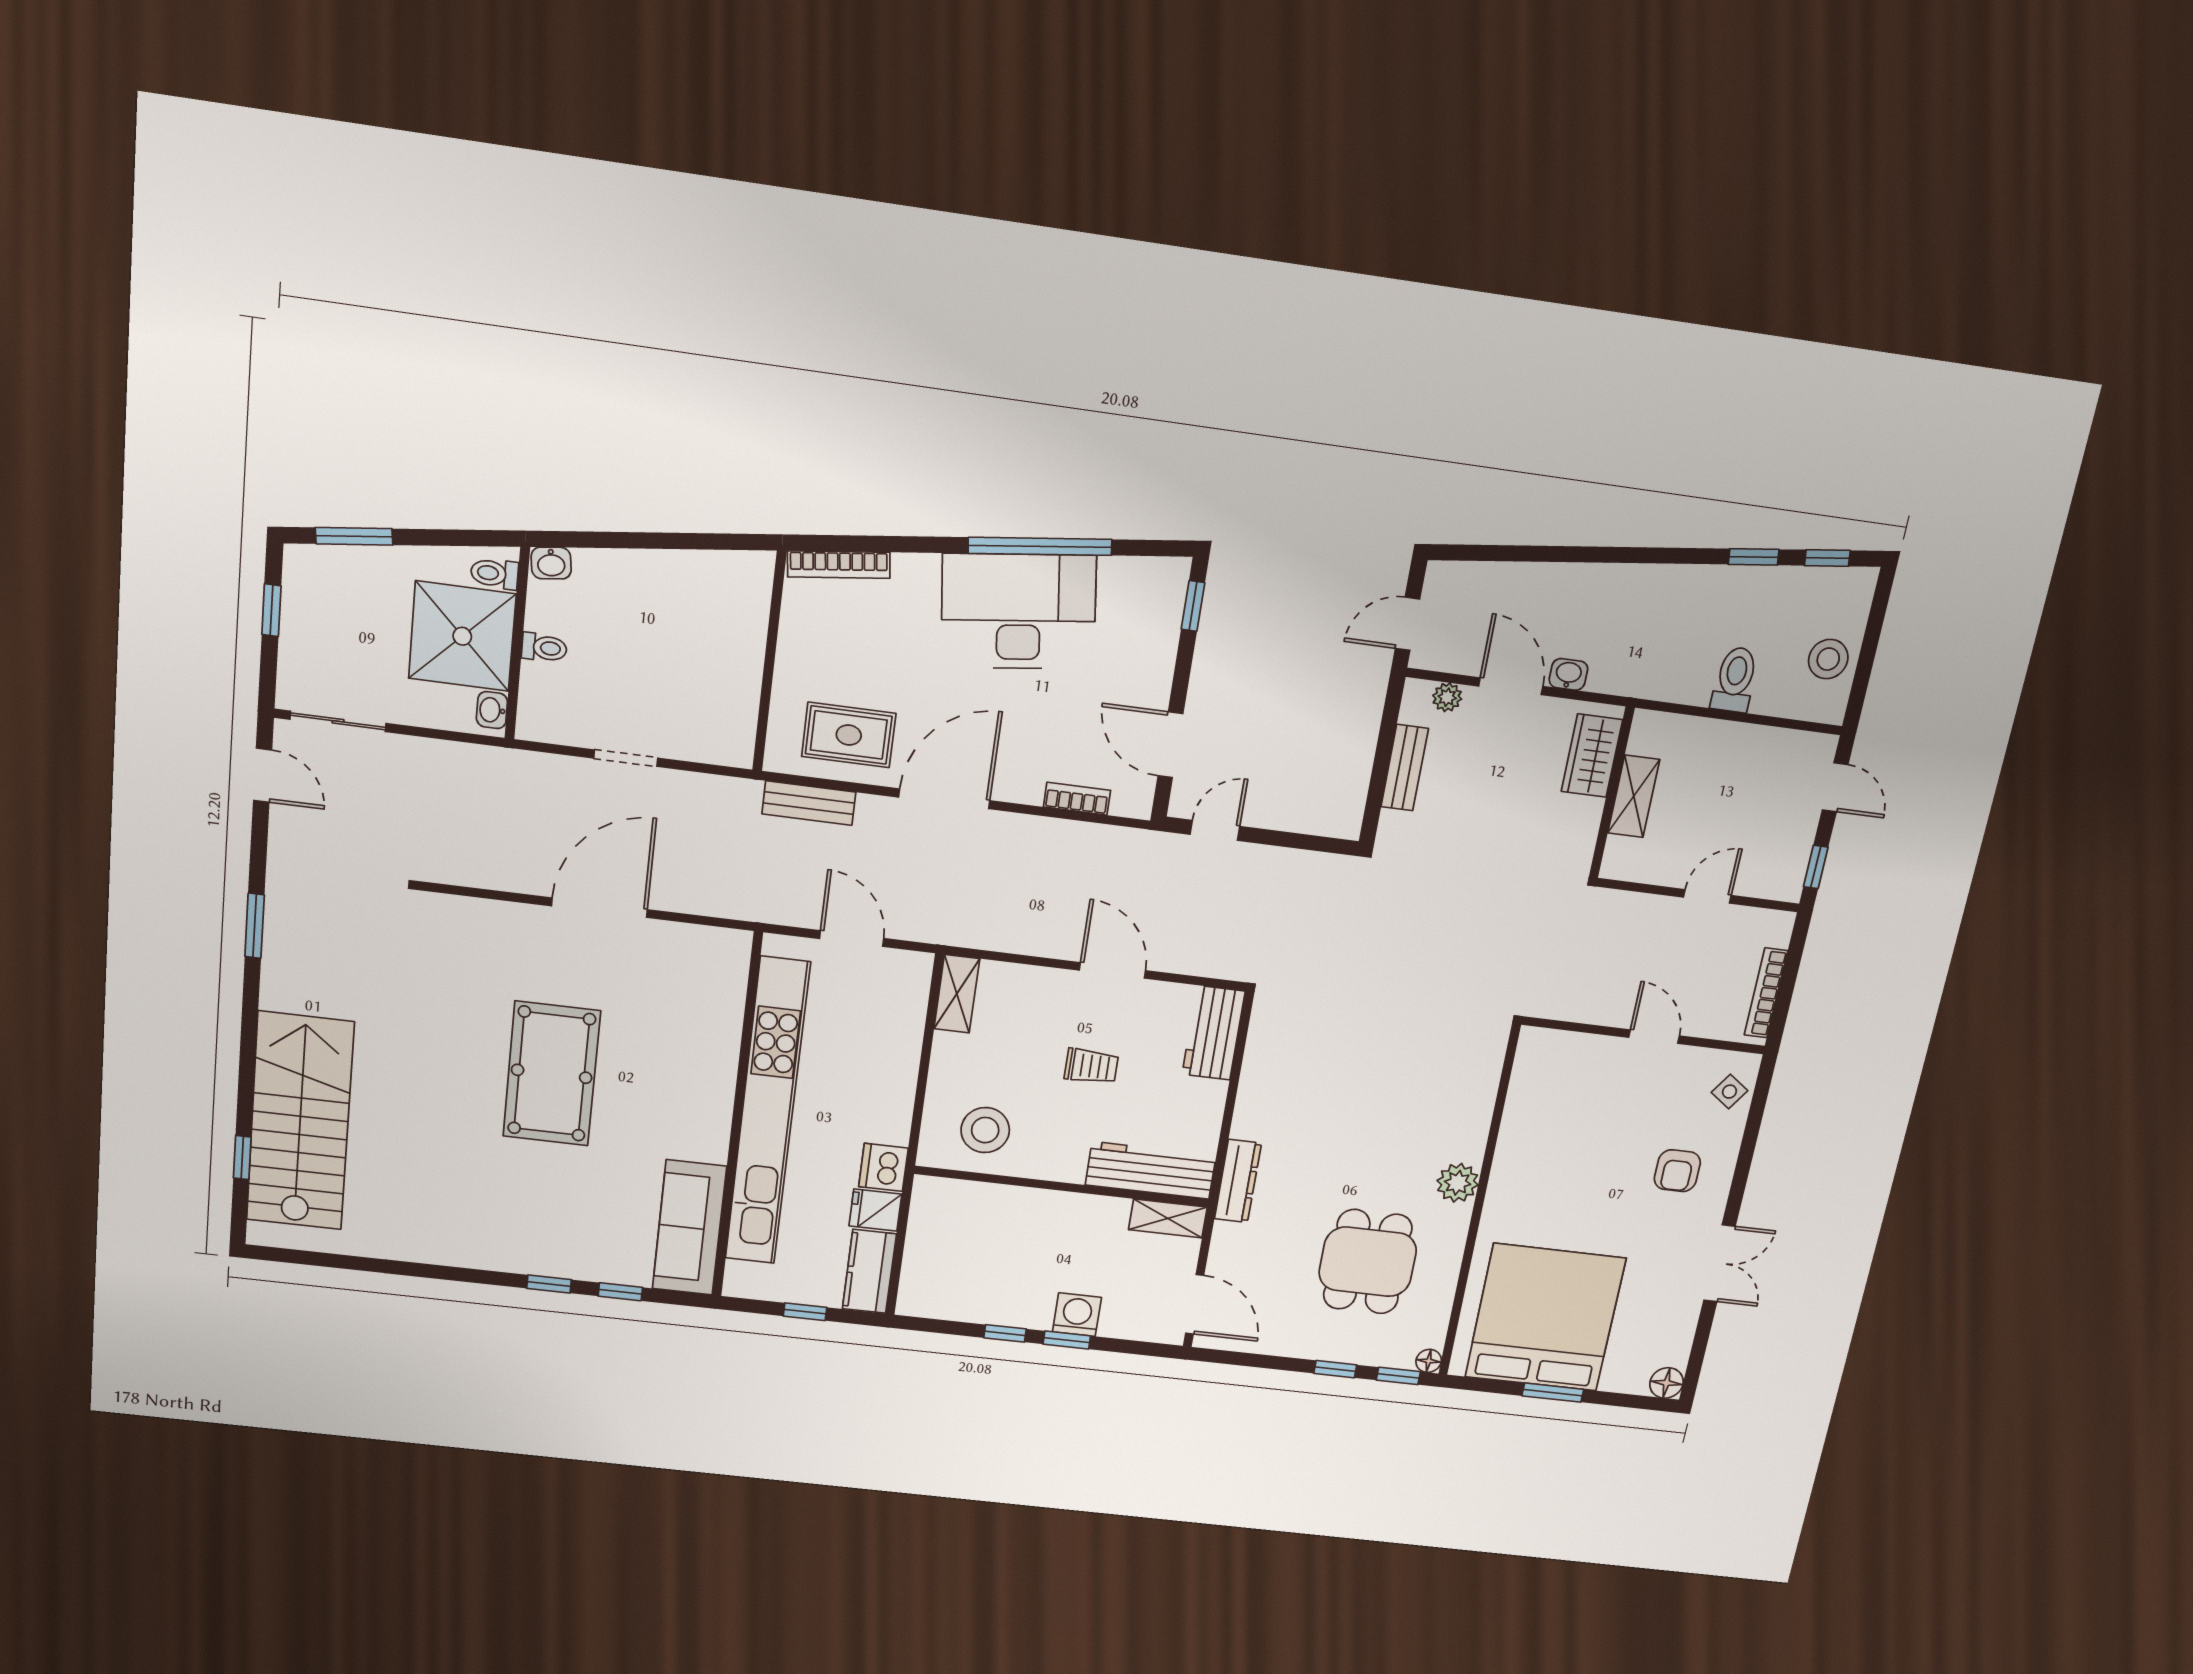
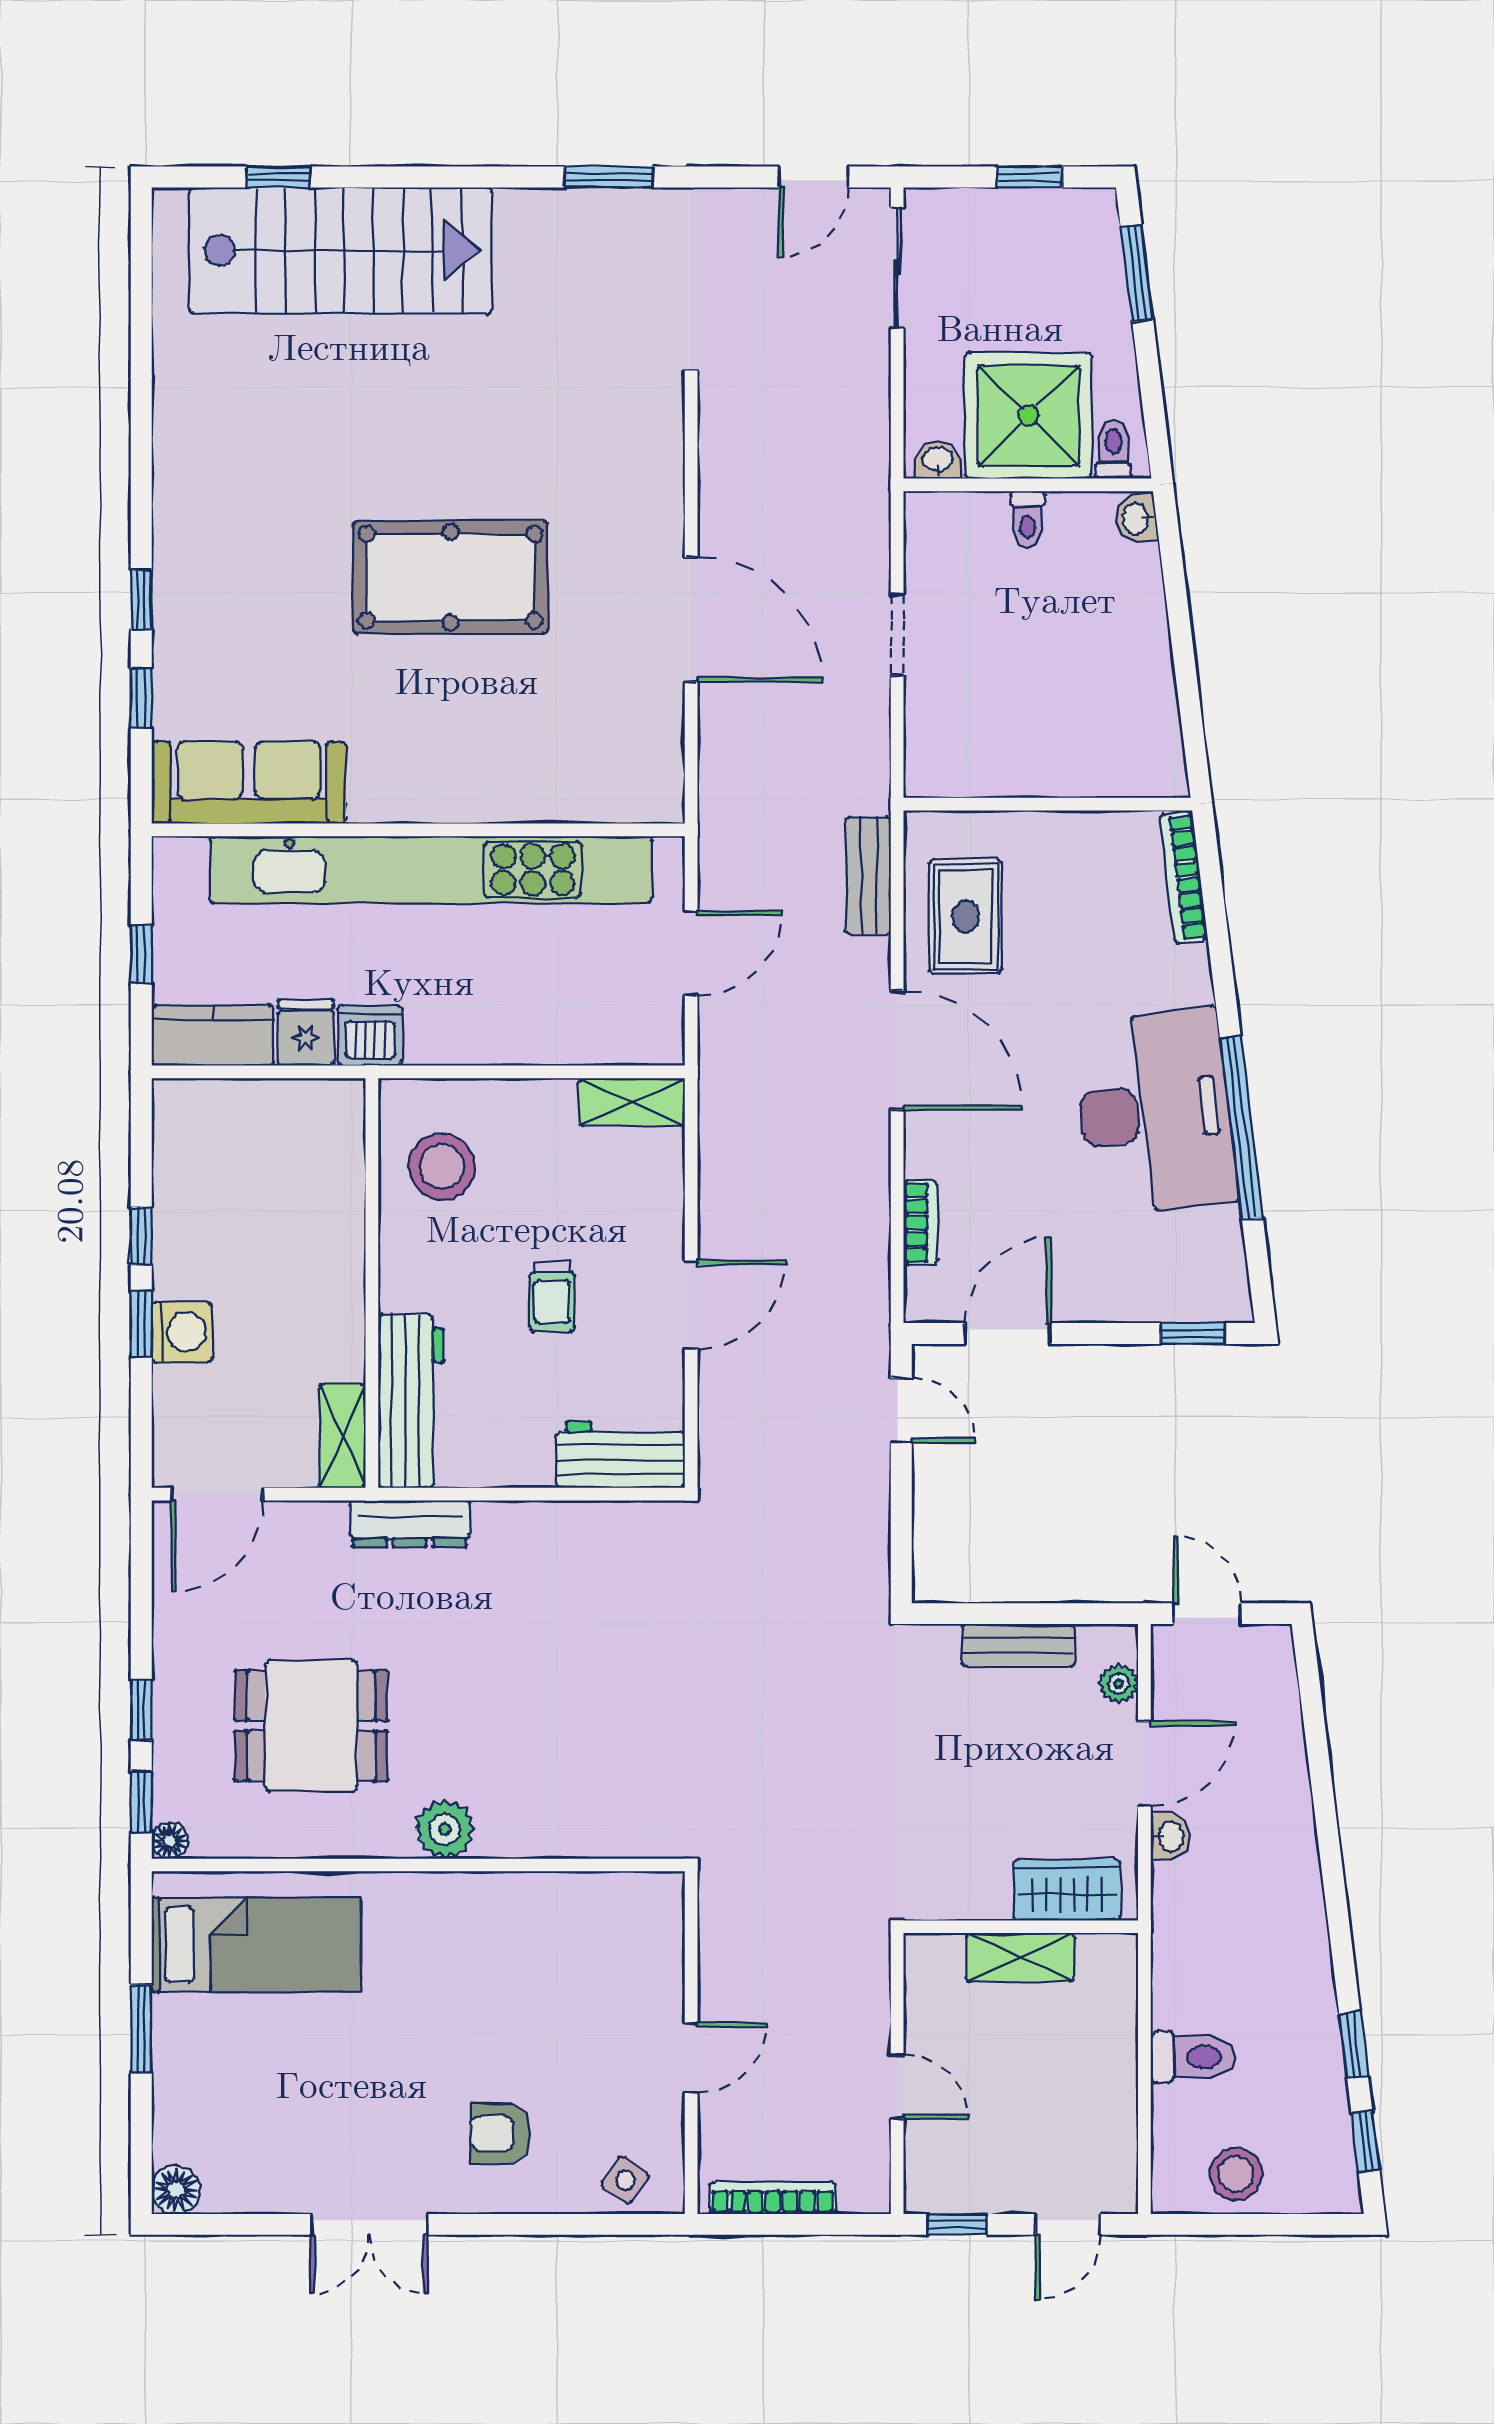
bed: (1545, 1318) -> (256, 1945), width x0.49

